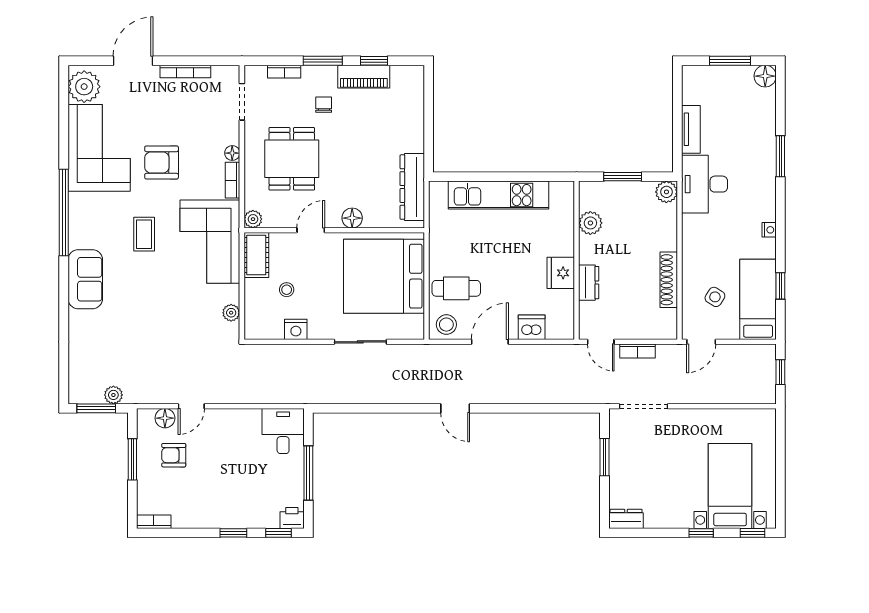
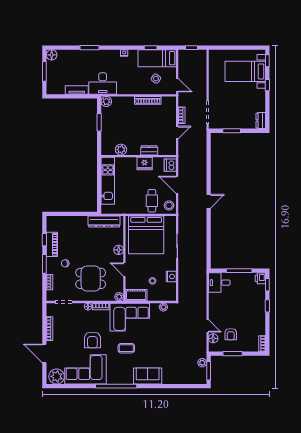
plant: (590, 223) -> (121, 150), moved
wall: (577, 260) -> (139, 156), moved
fridge: (561, 273) -> (145, 164), moved
dresser: (589, 283) -> (149, 150), moved

